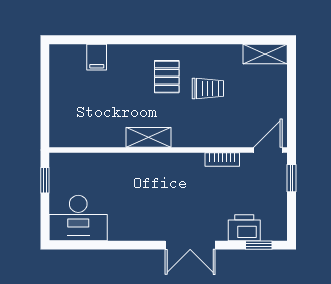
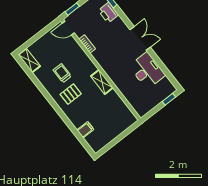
window: (45, 180) -> (169, 99), moved
desk: (78, 218) -> (147, 71), moved
double door: (190, 245) -> (140, 38), moved

